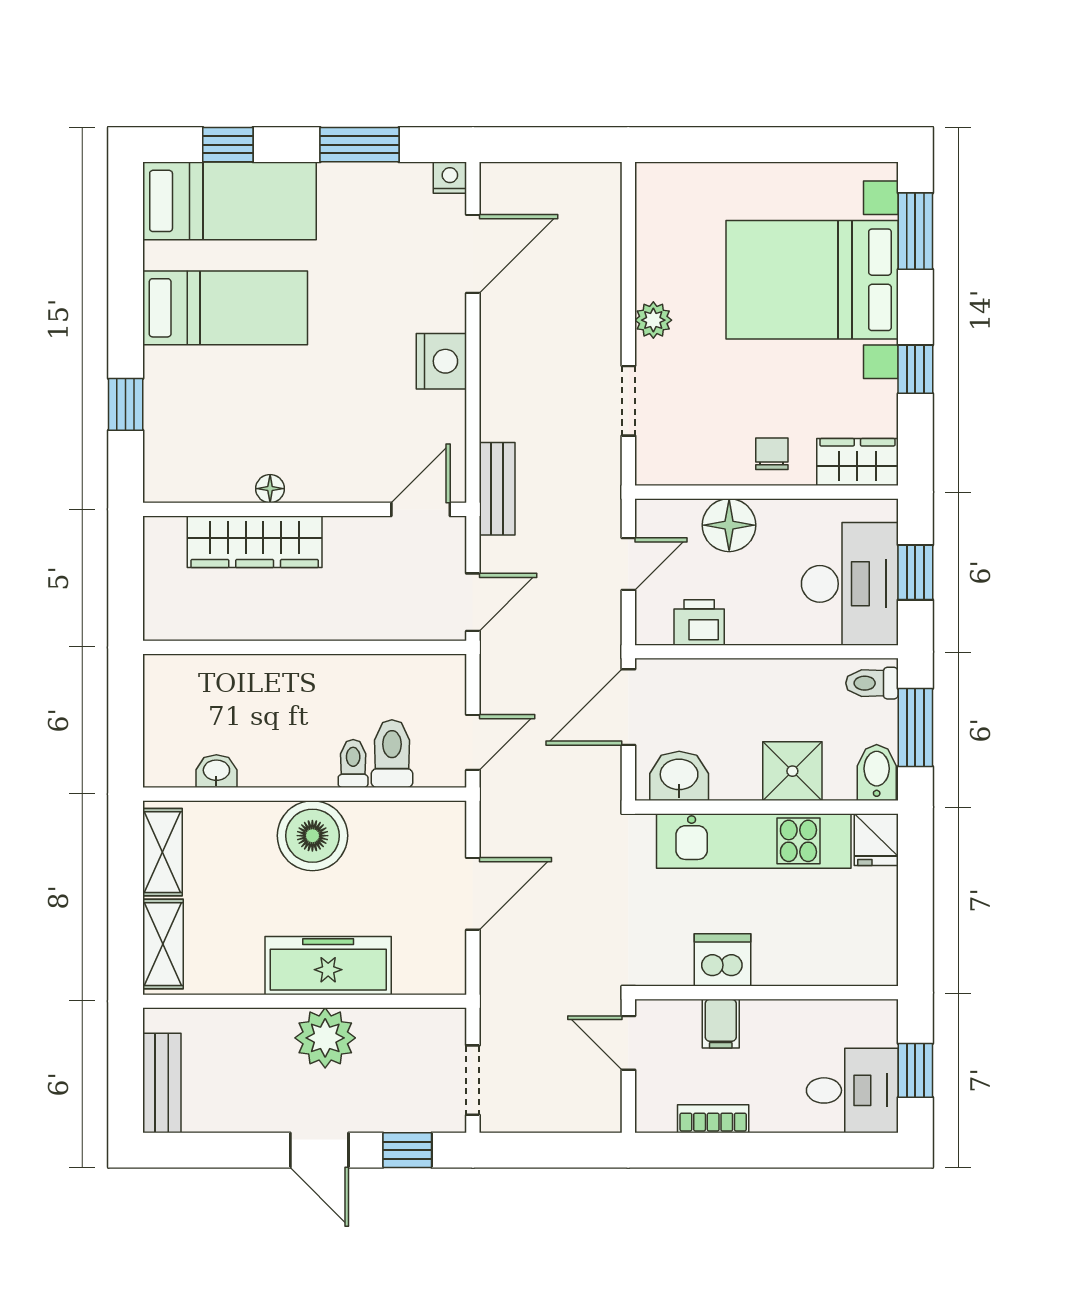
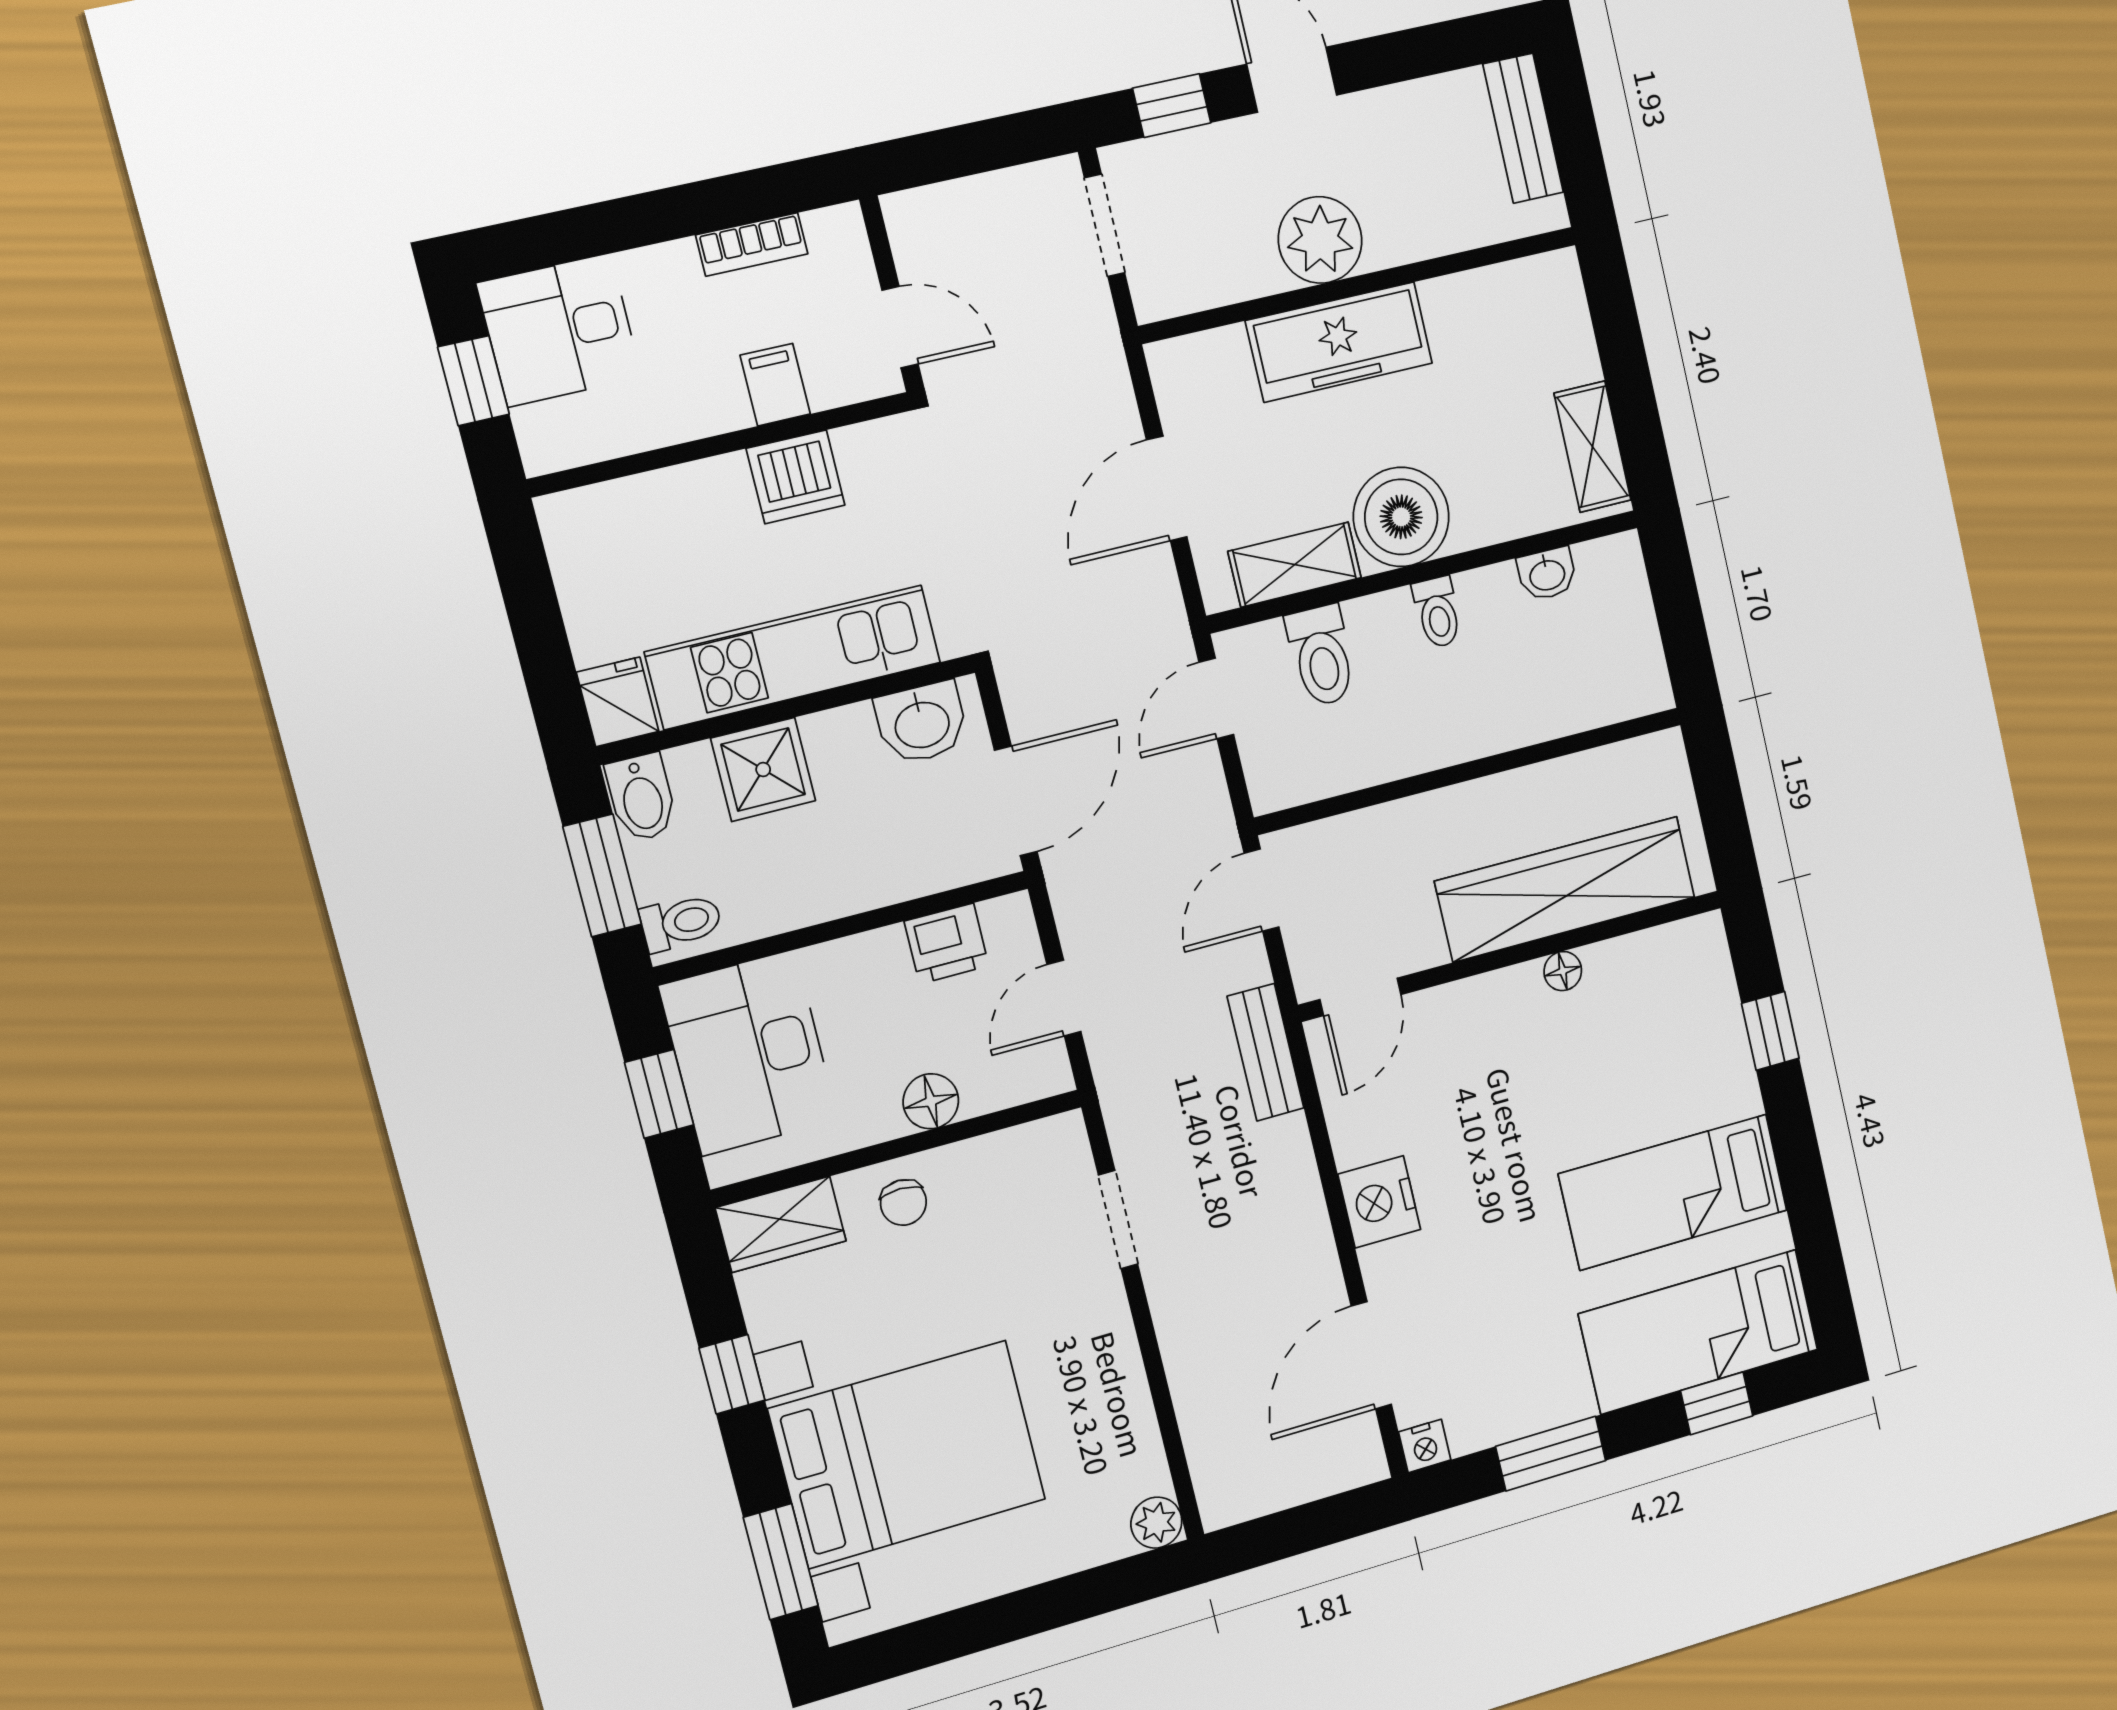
plant: (653, 320) -> (1156, 1523), moved
floor lamp: (729, 525) -> (931, 1101), width x0.73, depth x0.73
wardrobe: (255, 542) -> (1565, 889), width x1.40, depth x1.17
toilet: (353, 764) -> (1437, 612), moved
shelving: (163, 944) -> (1295, 565), moved, turned 90

